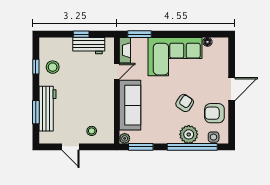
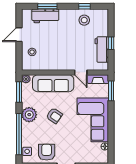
armchair: (185, 103) -> (54, 116), moved
workbench: (47, 109) -> (45, 16), width x0.73
plant: (189, 134) -> (29, 115), moved

